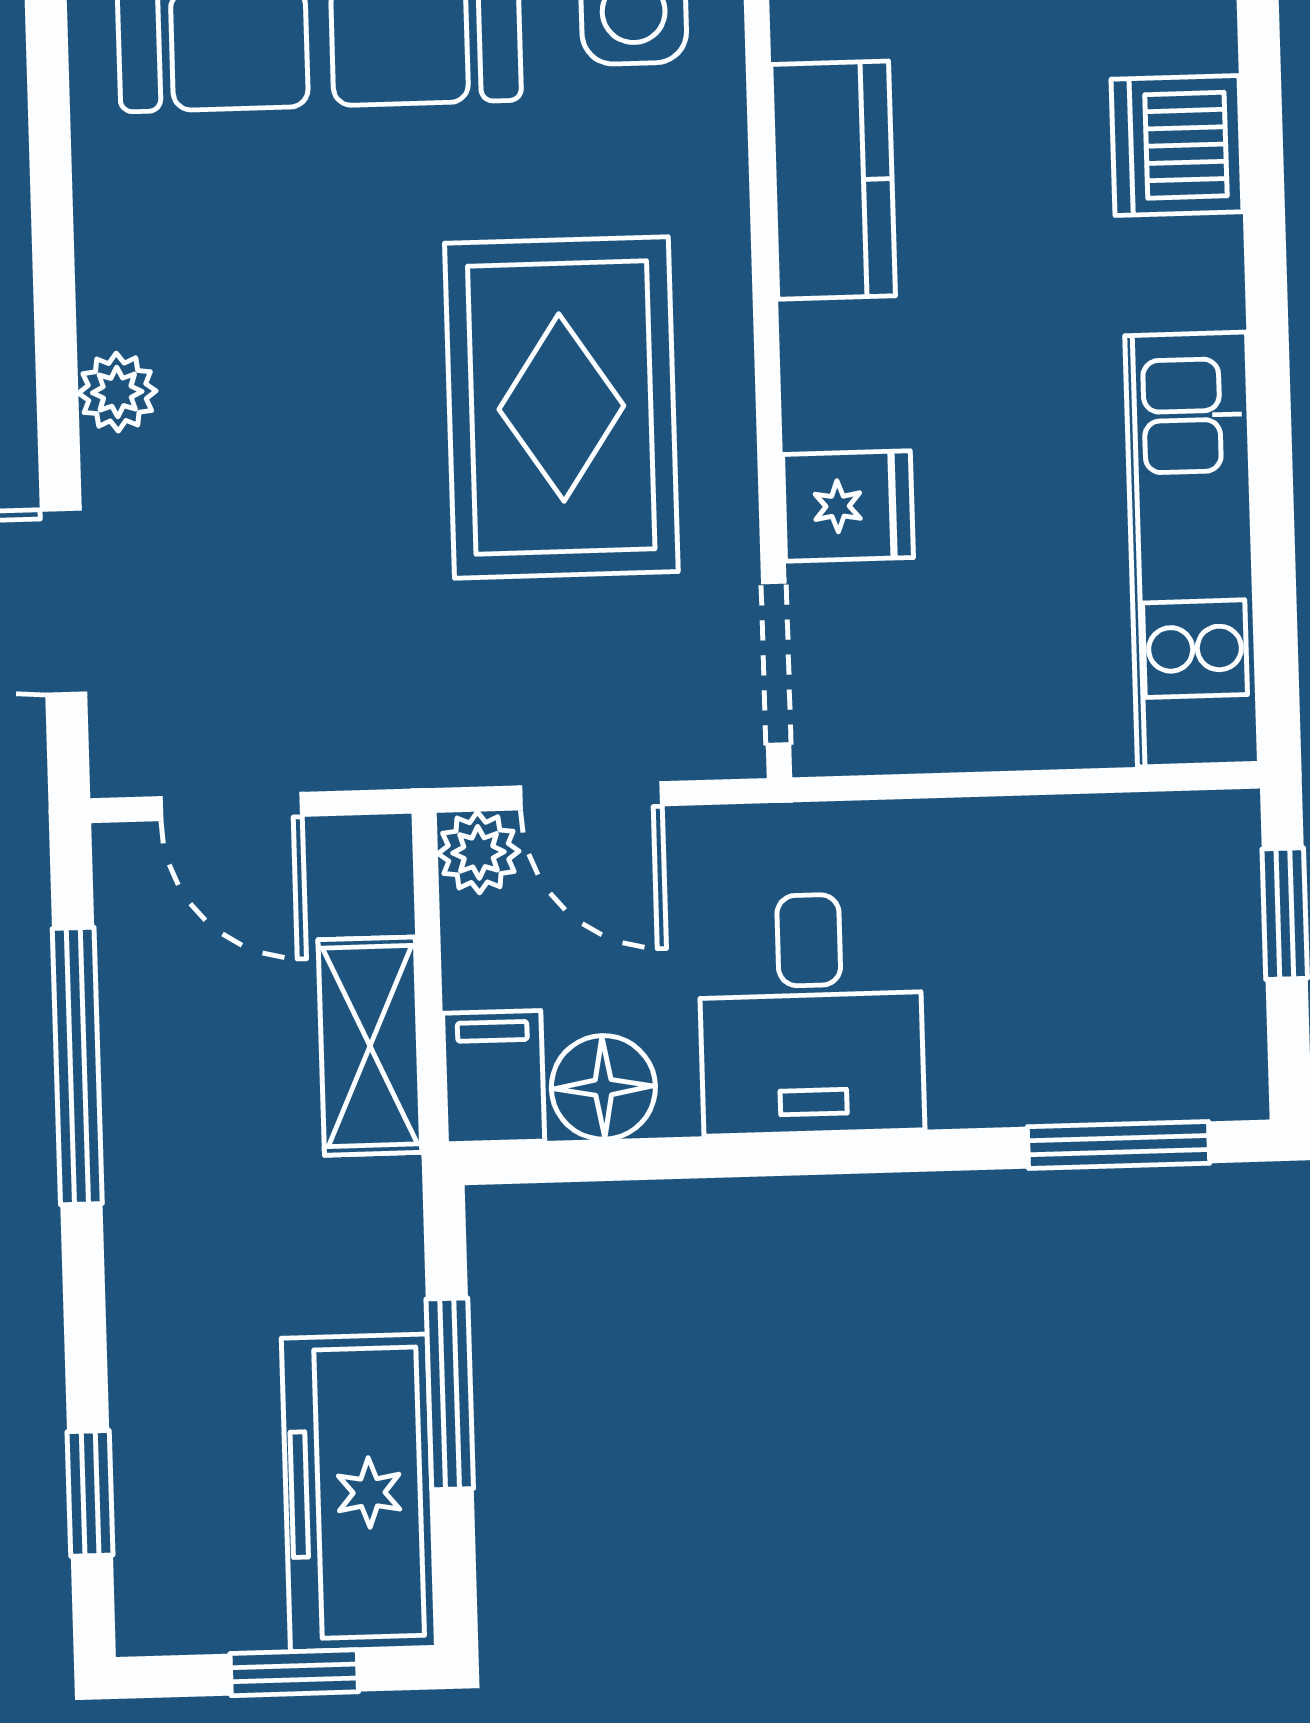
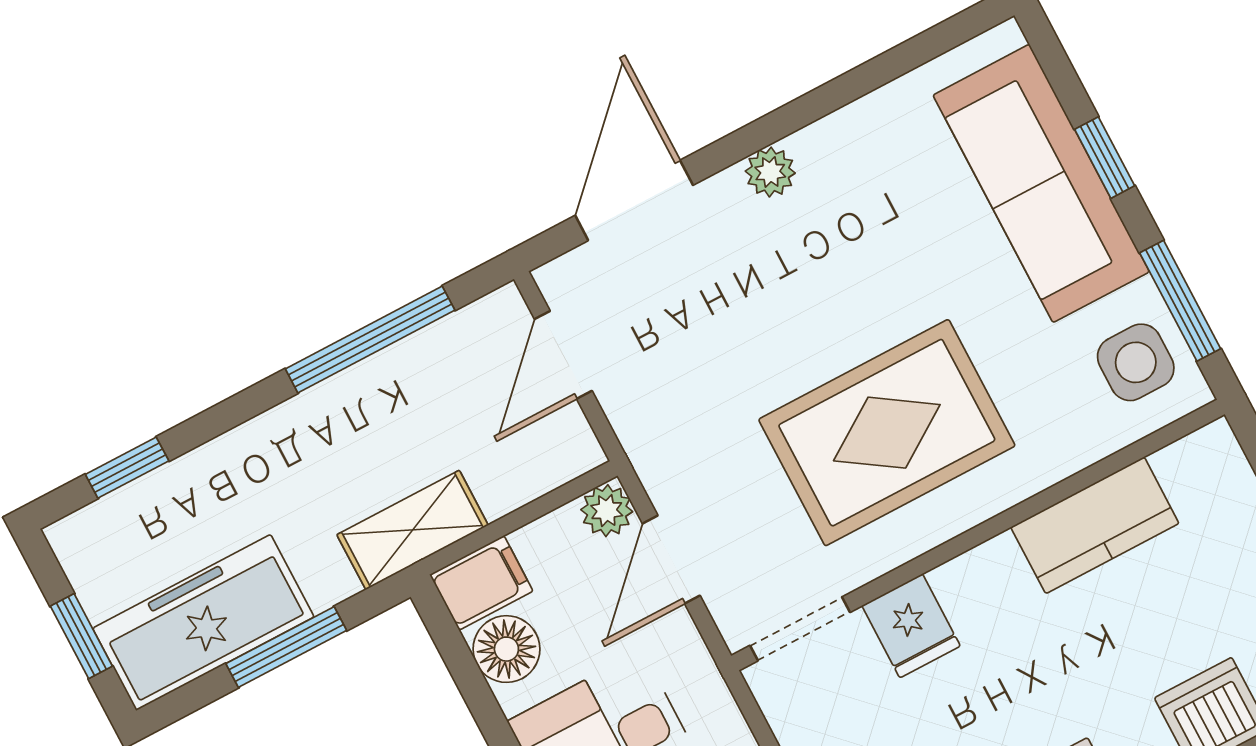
shelving: (370, 1046) -> (413, 530), moved

